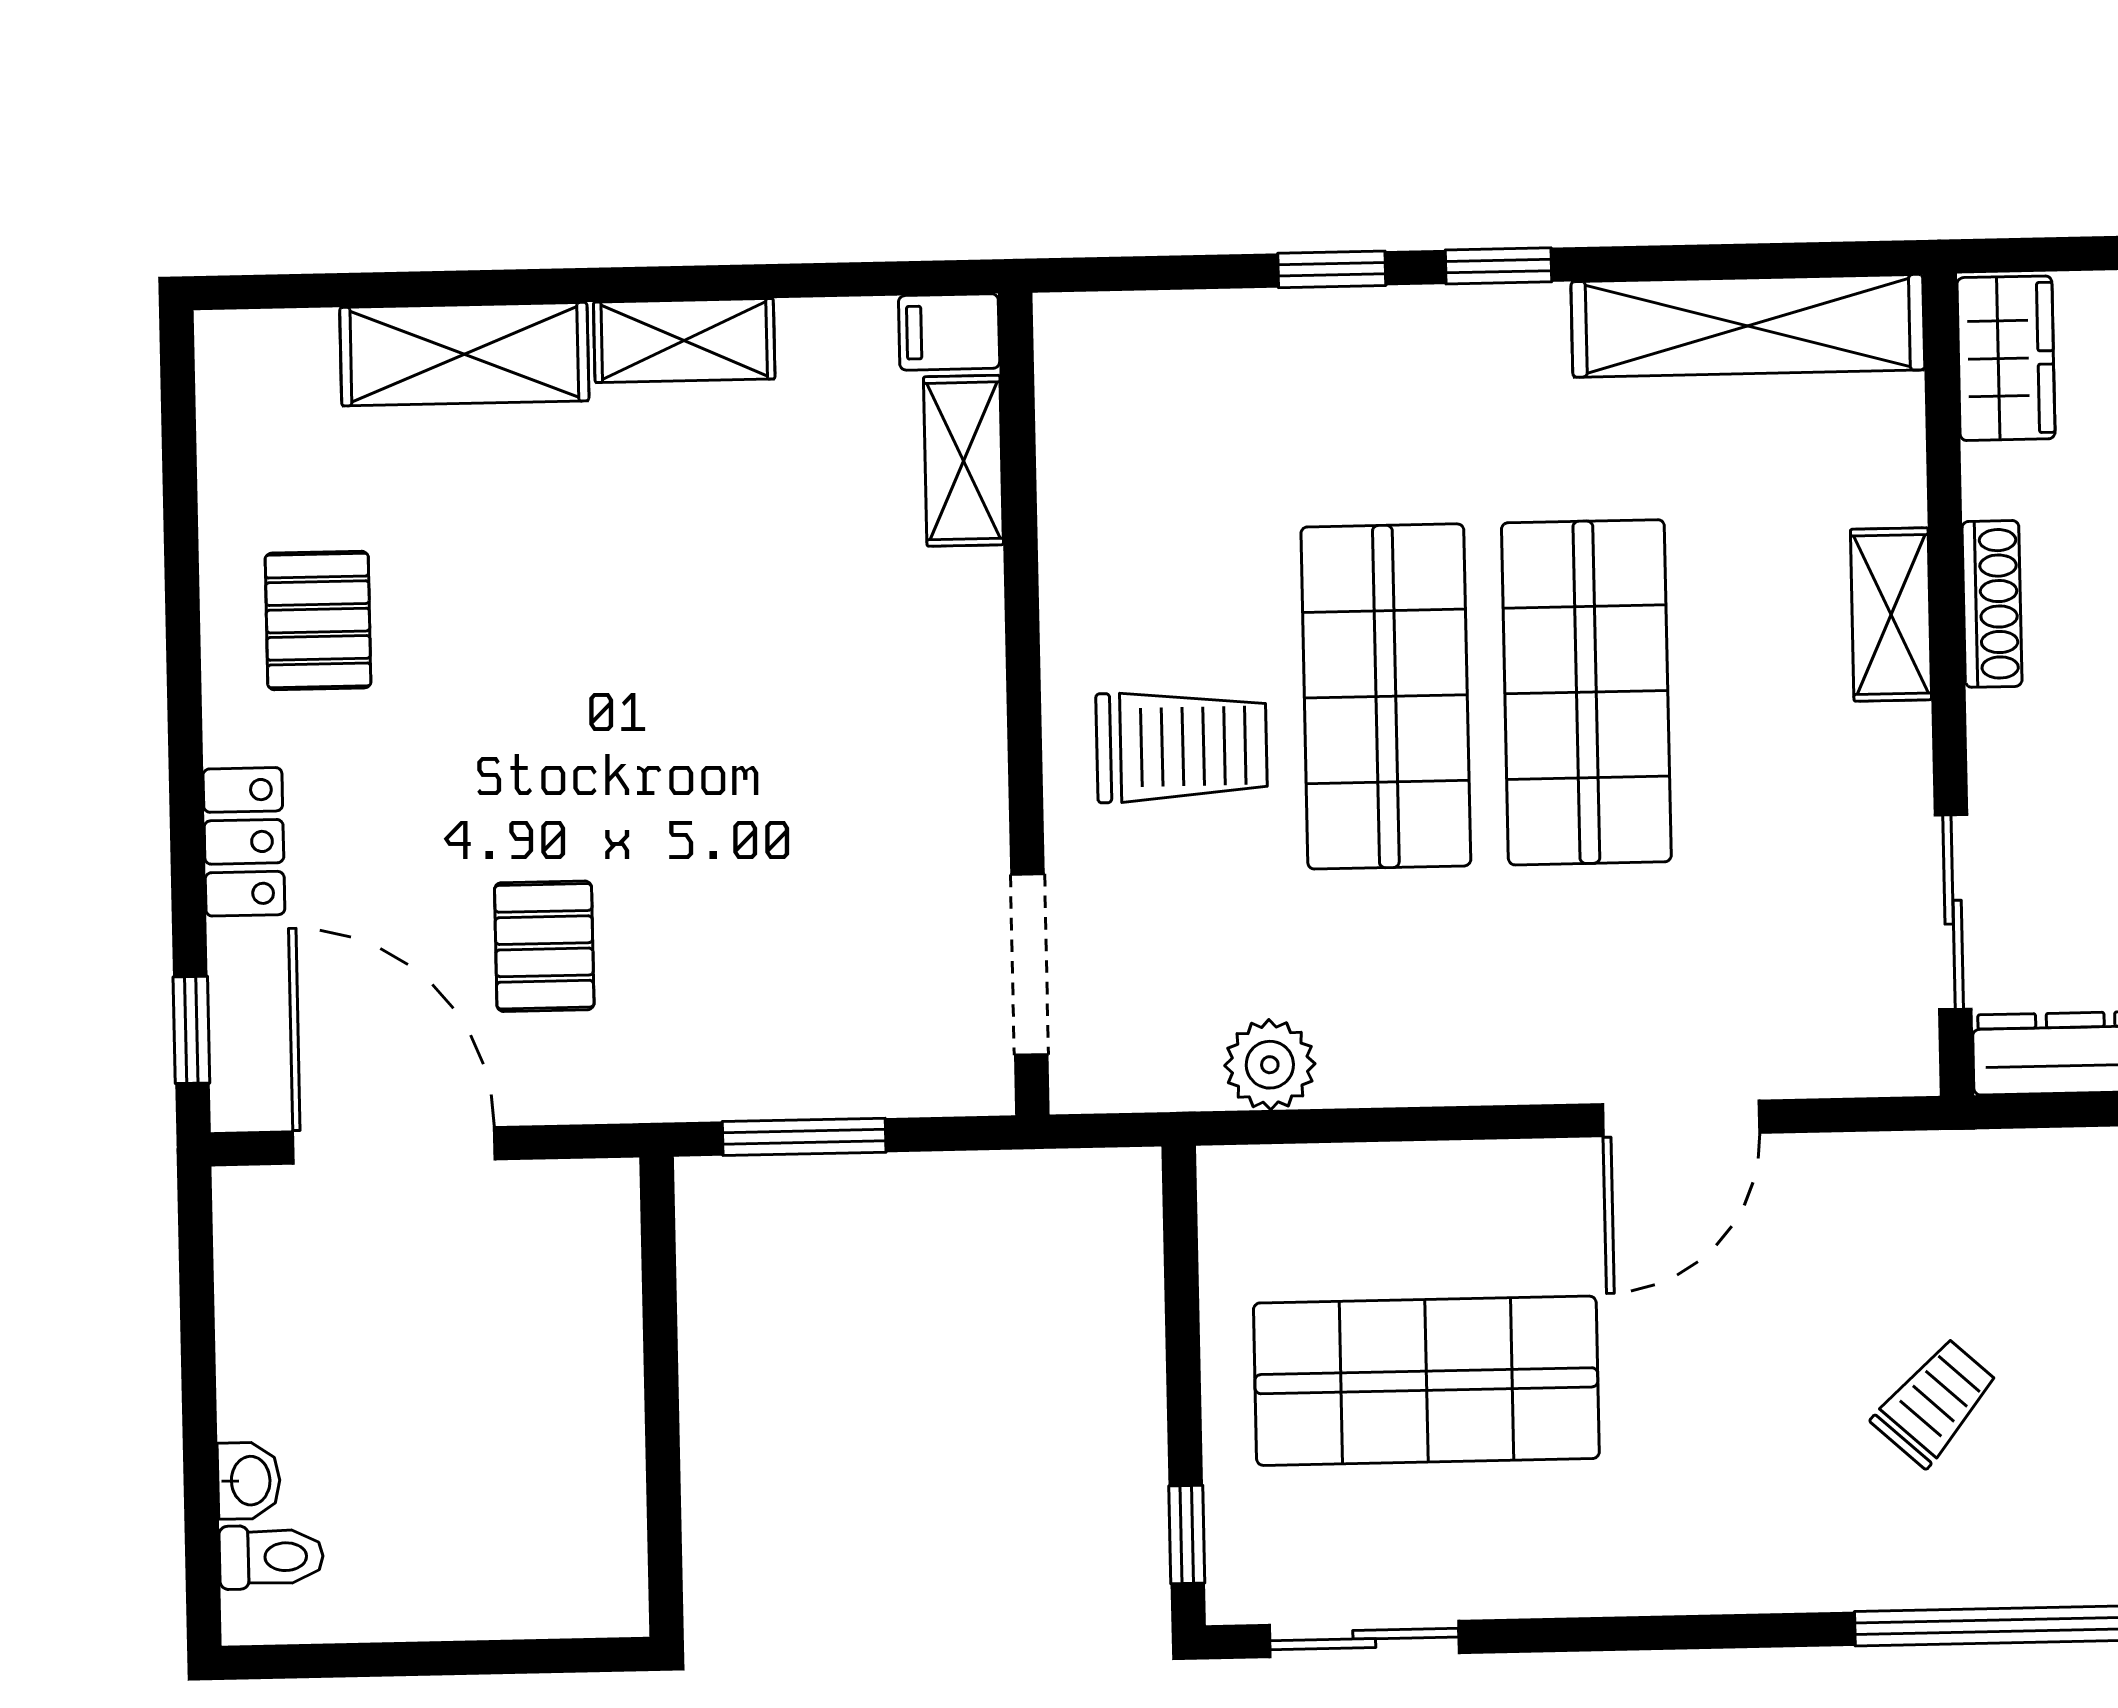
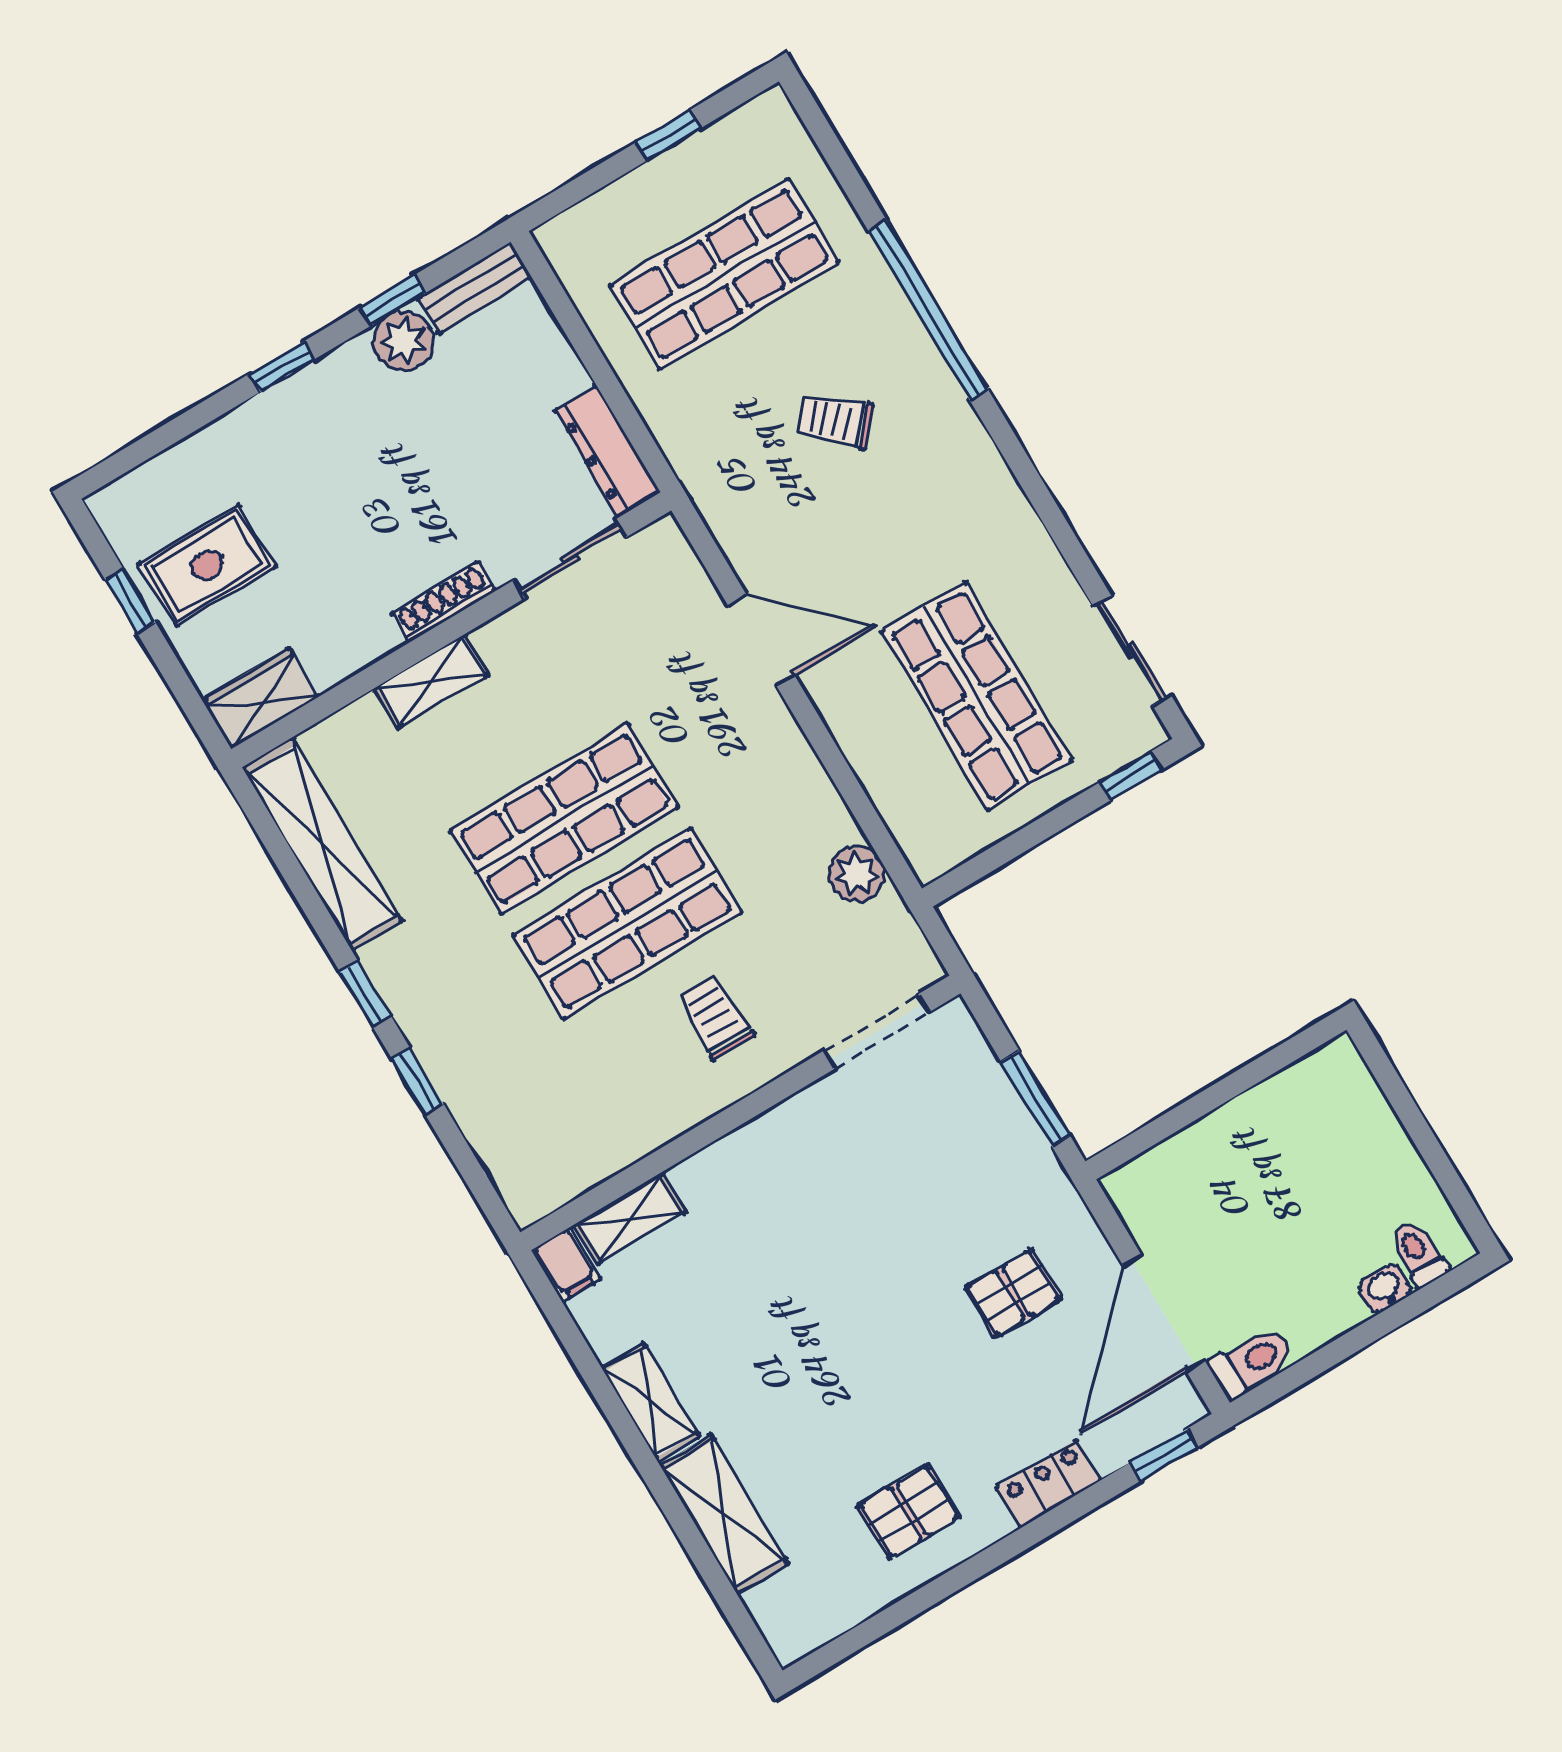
shoe rack: (1992, 604) -> (443, 602), moved
trolley: (1182, 747) -> (715, 1017), width x0.73, depth x0.72
toilet: (253, 1231) -> (1252, 1362), added

